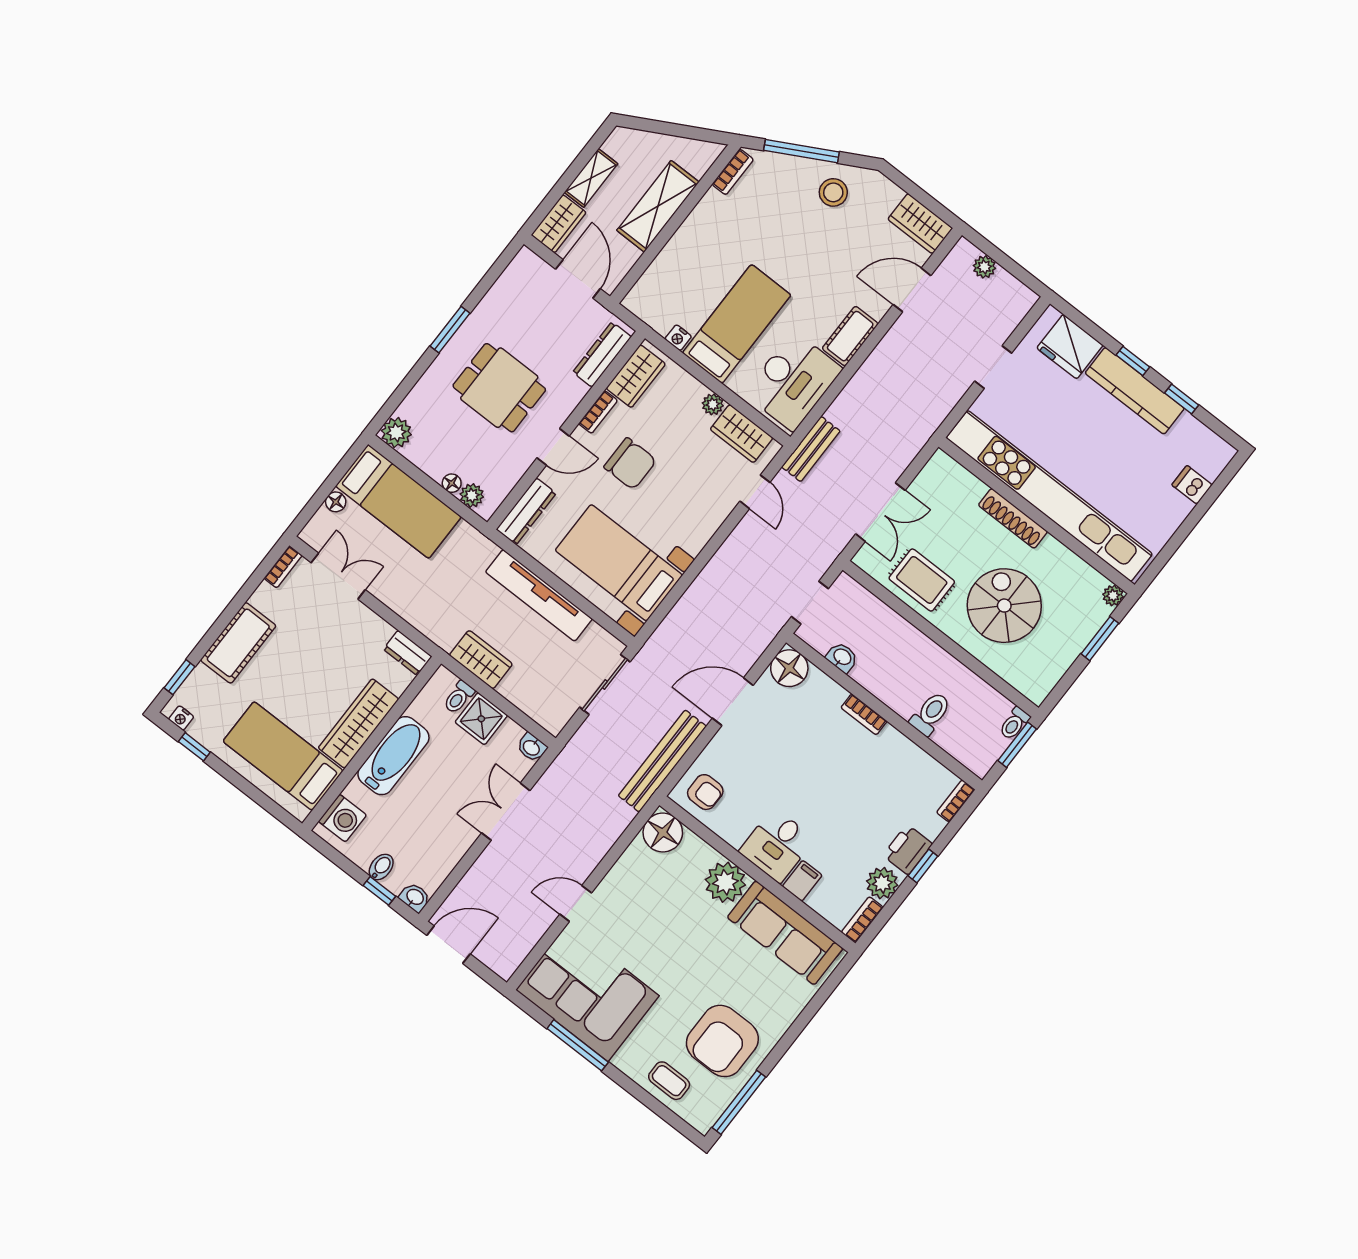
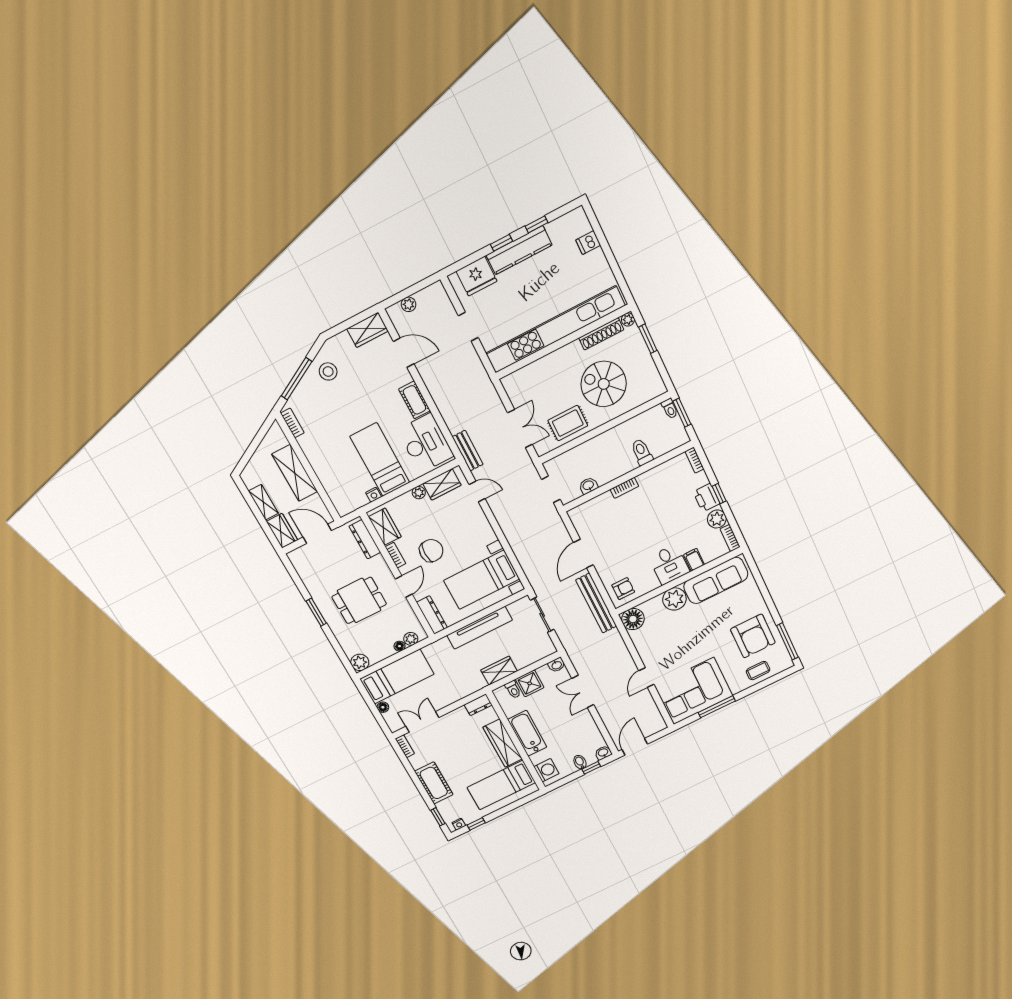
door: (912, 290) -> (404, 353), swing flipped
shoe rack: (1013, 518) -> (601, 334), moved
floor lamp: (789, 668) -> (580, 516), removed

